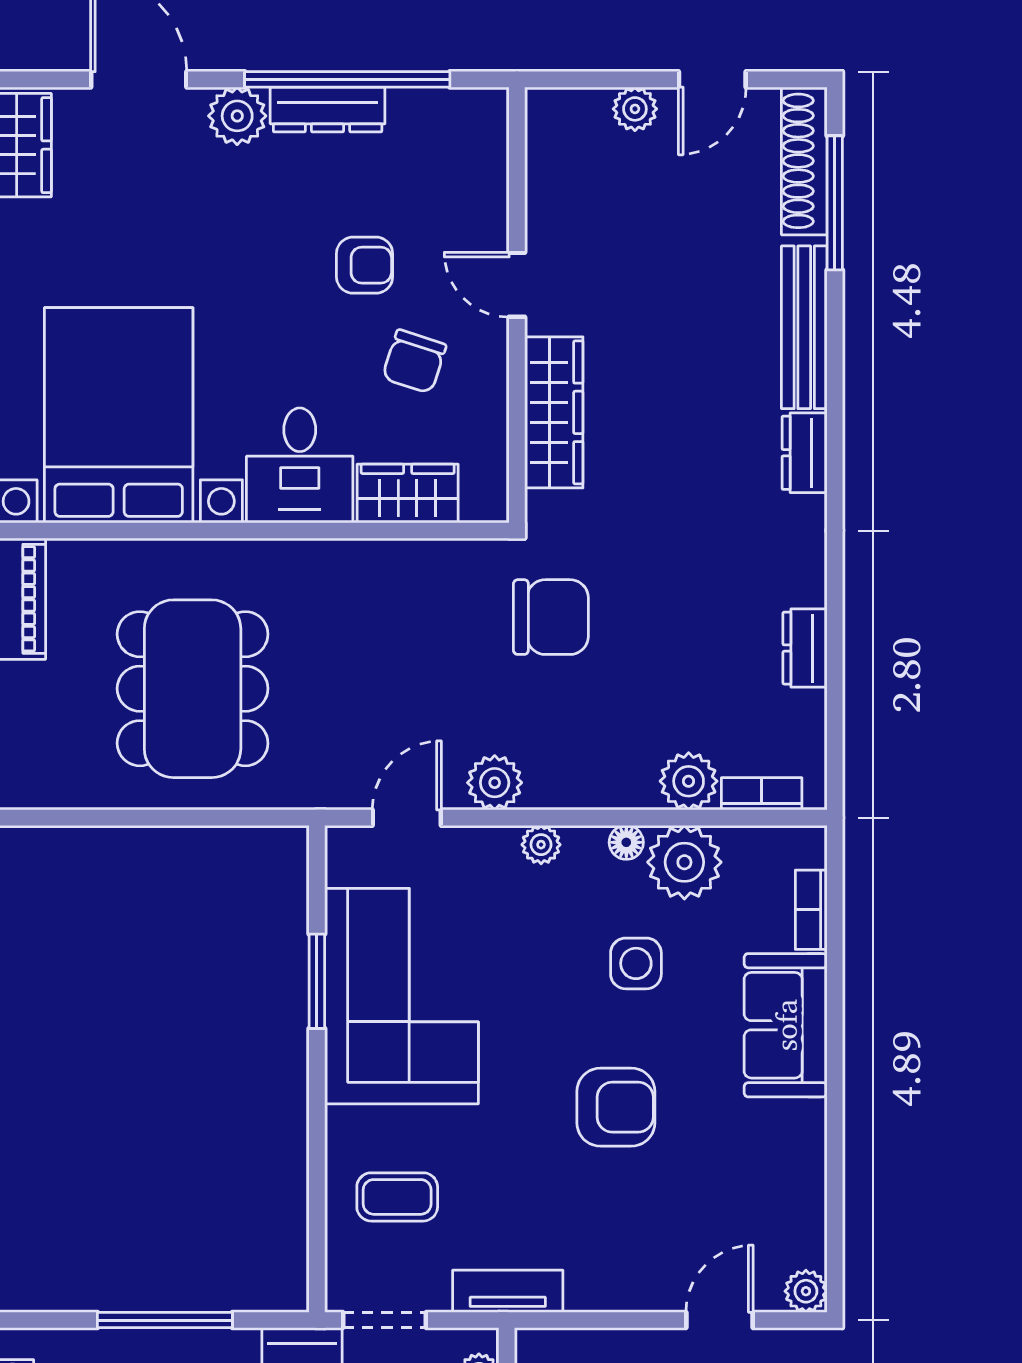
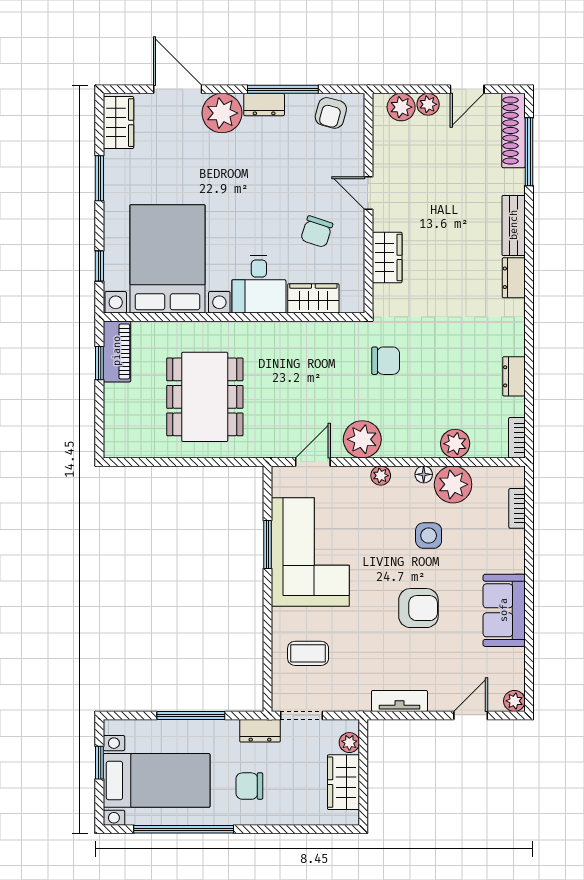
window: (347, 79) -> (283, 89), width x0.68
dresser: (328, 109) -> (264, 105), width x0.70
plant: (582, 115) -> (401, 107), added
plant: (237, 116) -> (222, 113), width x1.36, depth x1.36
armchair: (365, 265) -> (331, 113), moved, turned 105
bench: (804, 327) -> (514, 225), width x0.73
wardrobe: (554, 412) -> (387, 257), width x0.67
chair: (551, 617) -> (386, 361), width x0.73, depth x0.73
plant: (495, 783) -> (362, 439), width x1.36, depth x1.36
bookcase: (762, 794) -> (517, 438), moved, turned -90
sofa: (786, 1025) -> (504, 610), moved
tv unit: (508, 1291) -> (399, 701), moved

